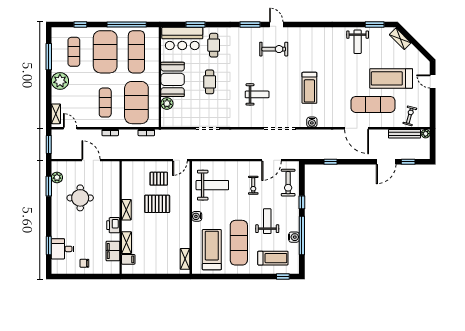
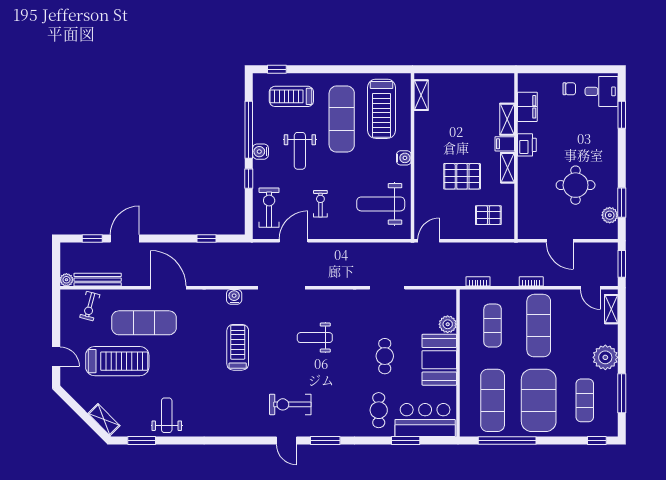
window: (80, 25) -> (597, 441), moved
exercise mat: (105, 103) -> (539, 326), width x1.36, depth x1.45
exercise mat: (136, 103) -> (493, 326), width x0.50, depth x0.69
pallet: (159, 179) -> (488, 215), moved
water cooler: (294, 237) -> (261, 152), moved
desk: (63, 249) -> (601, 91), moved
filing cabinet: (128, 259) -> (505, 144), moved

